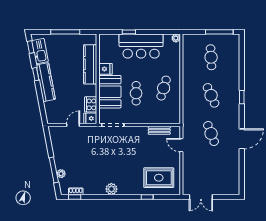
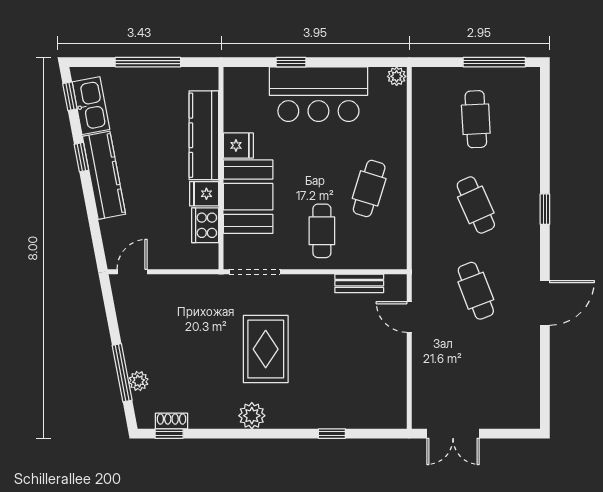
cafe table: (136, 93) -> (322, 231), moved
fridge: (90, 118) -> (204, 194), moved
door: (73, 125) -> (132, 272), moved
rug: (159, 178) -> (266, 349), moved, turned 90

